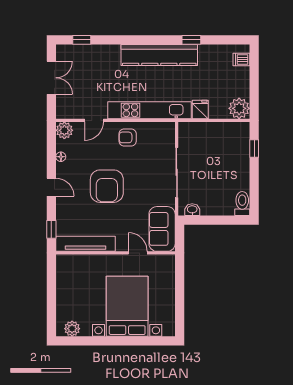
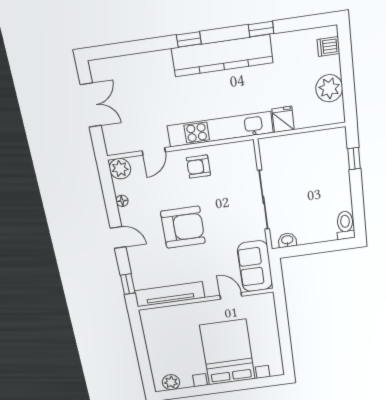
window: (82, 40) -> (189, 39), moved
plant: (239, 108) -> (329, 88), moved
armchair: (107, 186) -> (183, 227), turned -90

